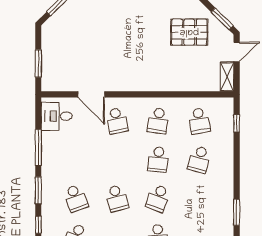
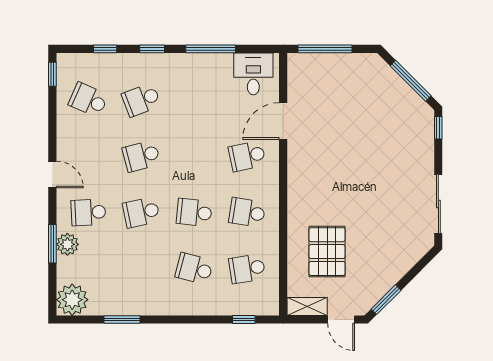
pallet: (189, 32) -> (327, 252), moved
window: (38, 64) -> (325, 49), width x1.44
window: (38, 190) -> (152, 49), width x0.67
school desk: (158, 198) -> (141, 212), turned -33

